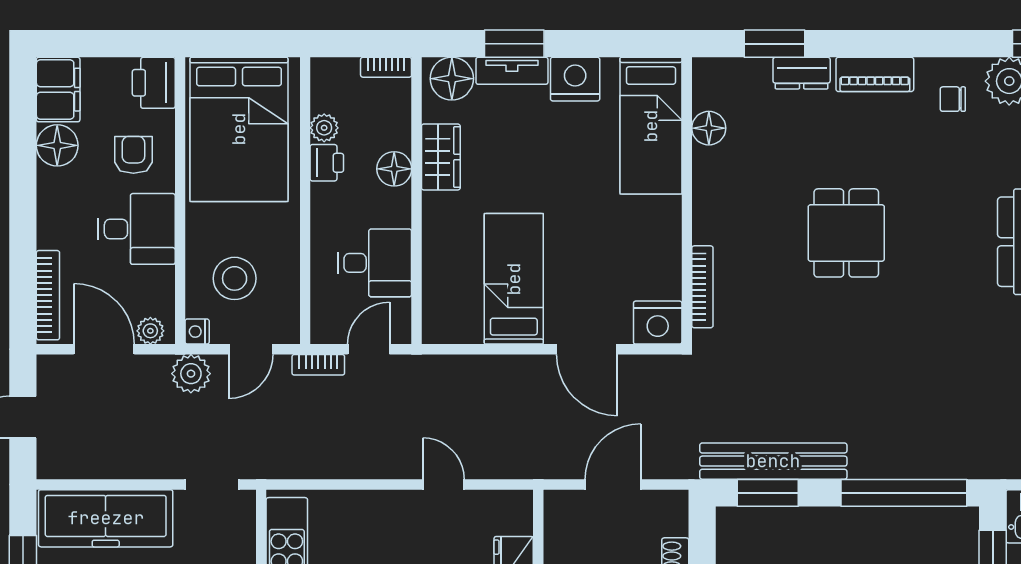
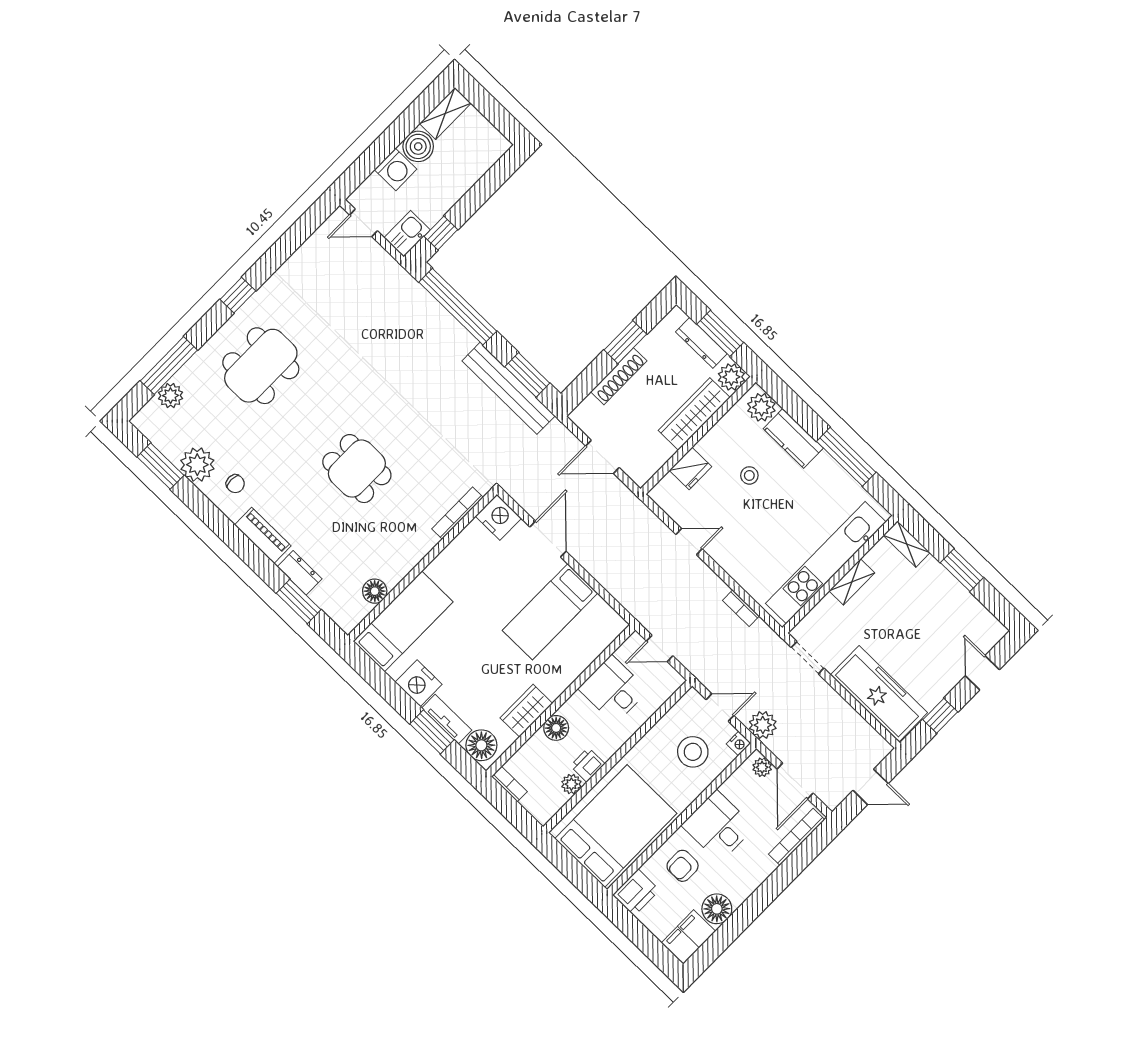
dining table: (846, 233) -> (357, 469), turned 90
bookcase: (318, 365) -> (741, 608), moved, turned 180
door: (444, 484) -> (689, 542), swing flipped

